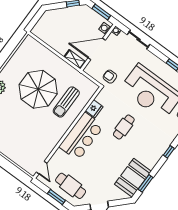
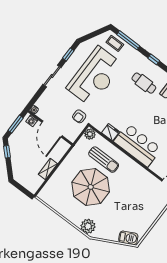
sliding door: (139, 39) -> (52, 76), moved
shelving: (75, 59) -> (48, 169), moved
plant: (92, 88) -> (90, 134), added
cafe table: (124, 127) -> (144, 83), moved

